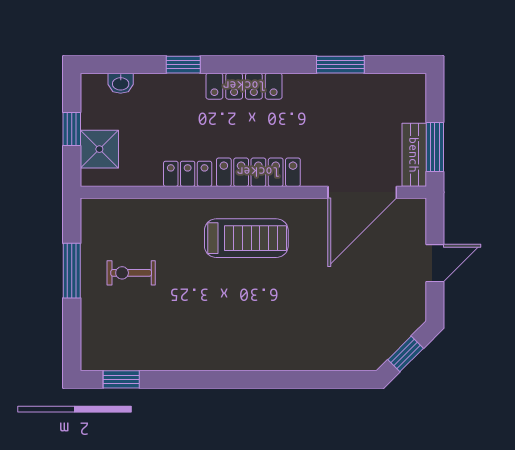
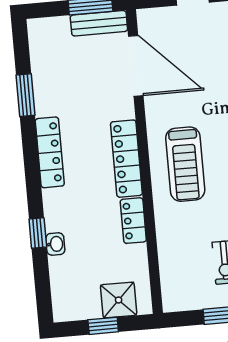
washbasin: (121, 83) -> (55, 244), moved
locker: (244, 86) -> (50, 152), moved
treadmill: (246, 238) -> (185, 164), turned 180

